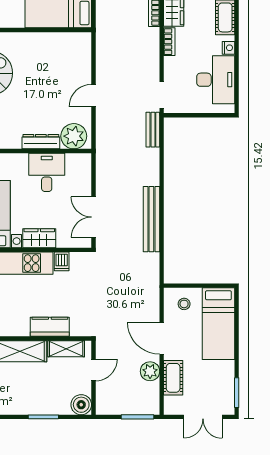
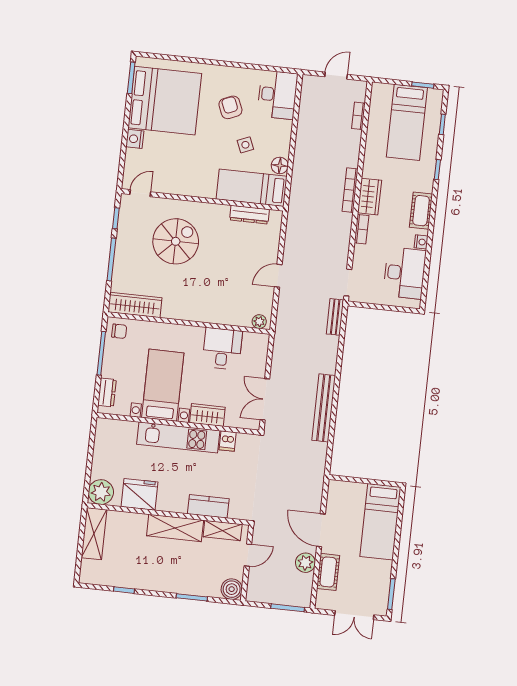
plant: (74, 136) -> (259, 322), width x0.53, depth x0.53
dresser: (41, 142) -> (249, 215), moved, turned 180
stool: (184, 304) -> (347, 498), removed

